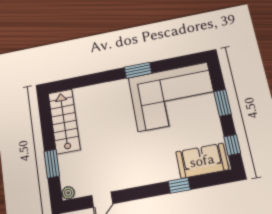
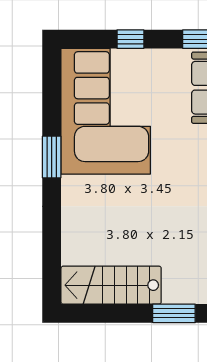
window: (223, 103) -> (130, 39), width x0.67

